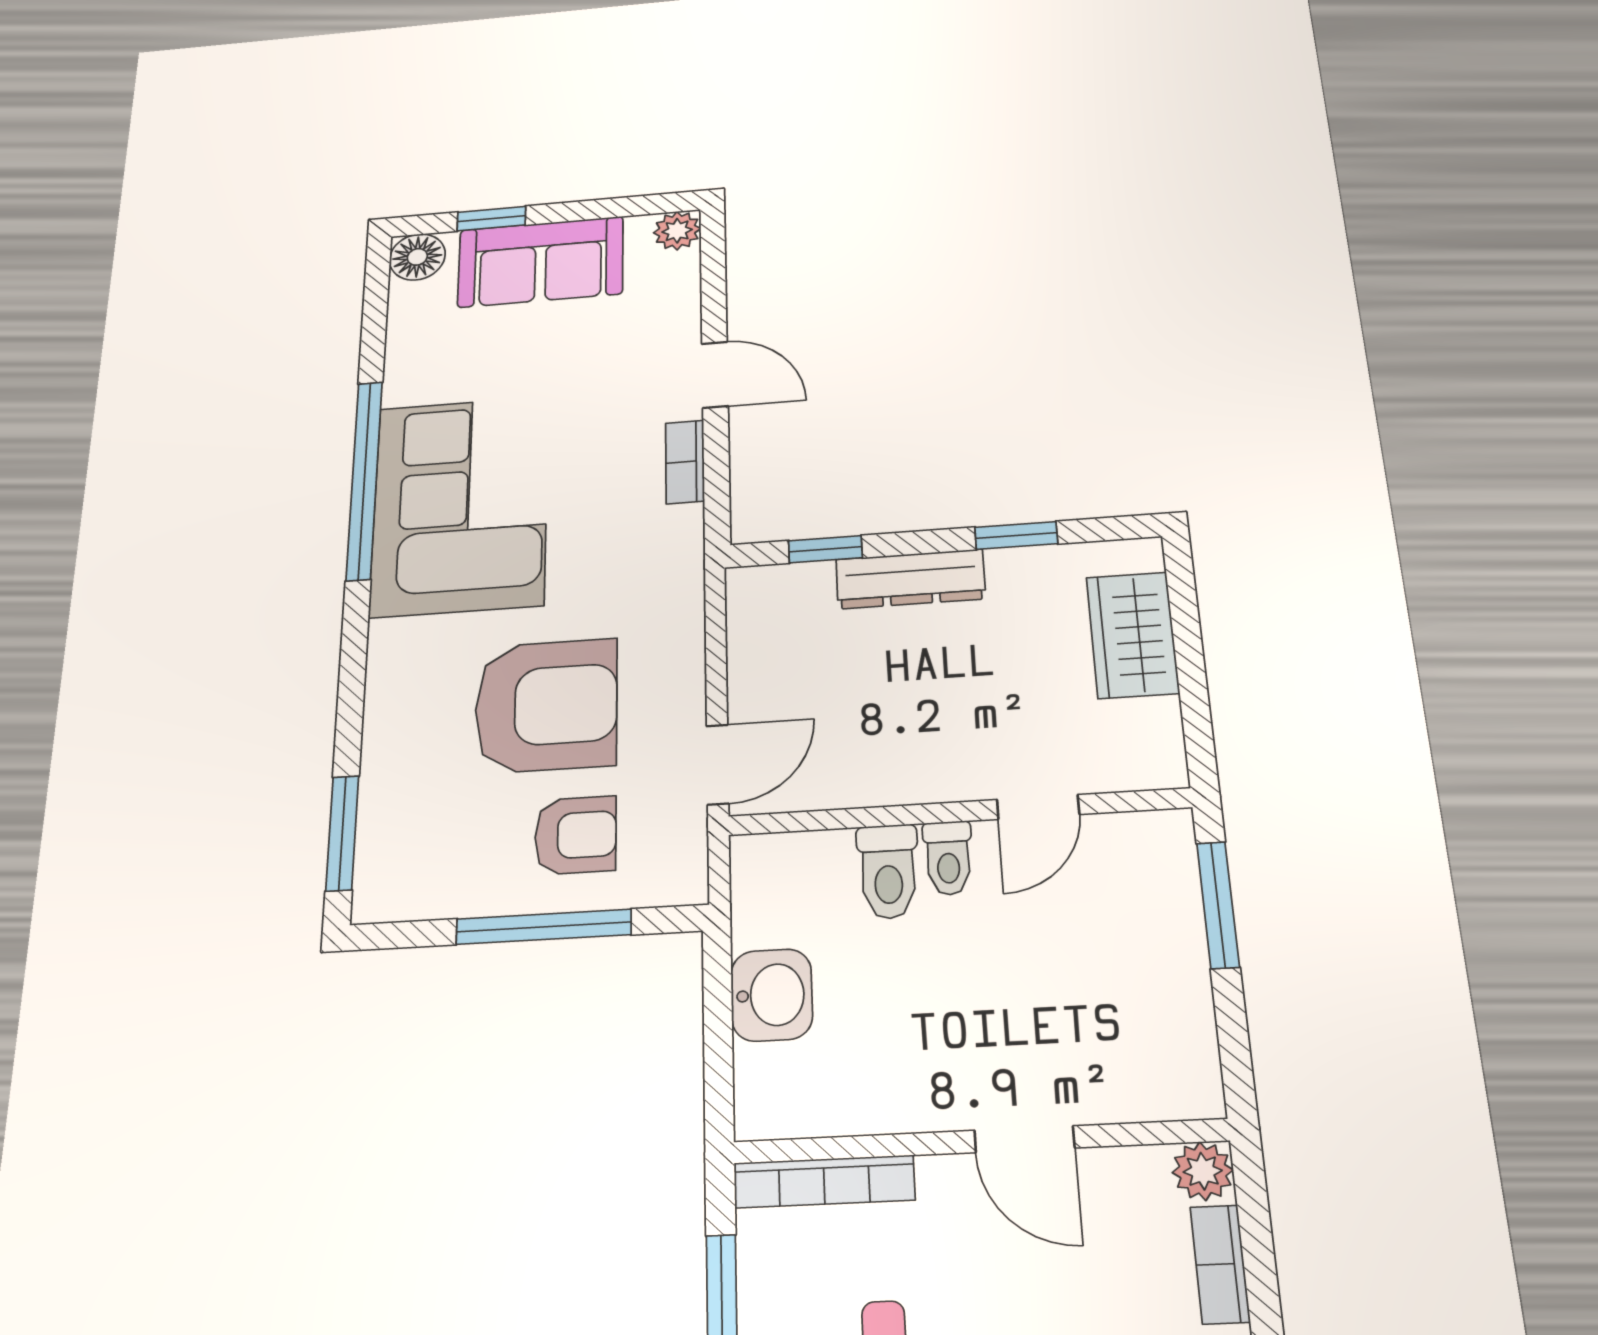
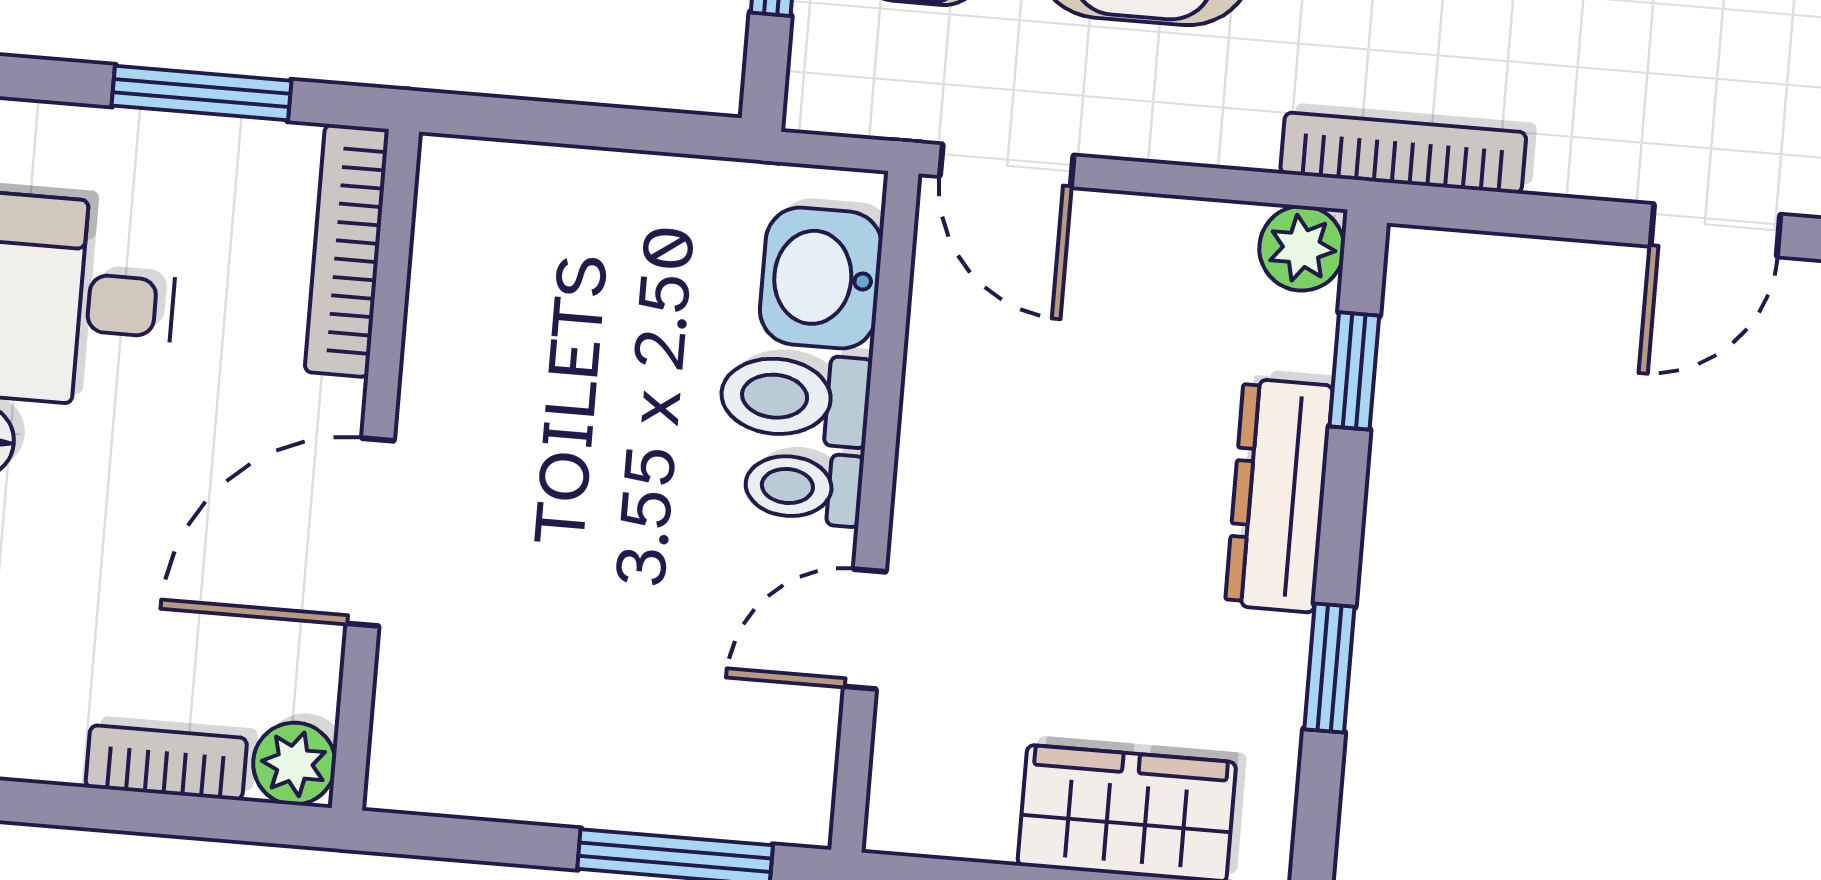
bookcase: (685, 462) -> (1403, 153), moved, width x1.56
plant: (752, 589) -> (1302, 248), added
door: (1038, 807) -> (865, 629), hinge flipped
washbasin: (772, 995) -> (821, 278), moved, turned 90
door: (1024, 1139) -> (370, 532), width x1.38

